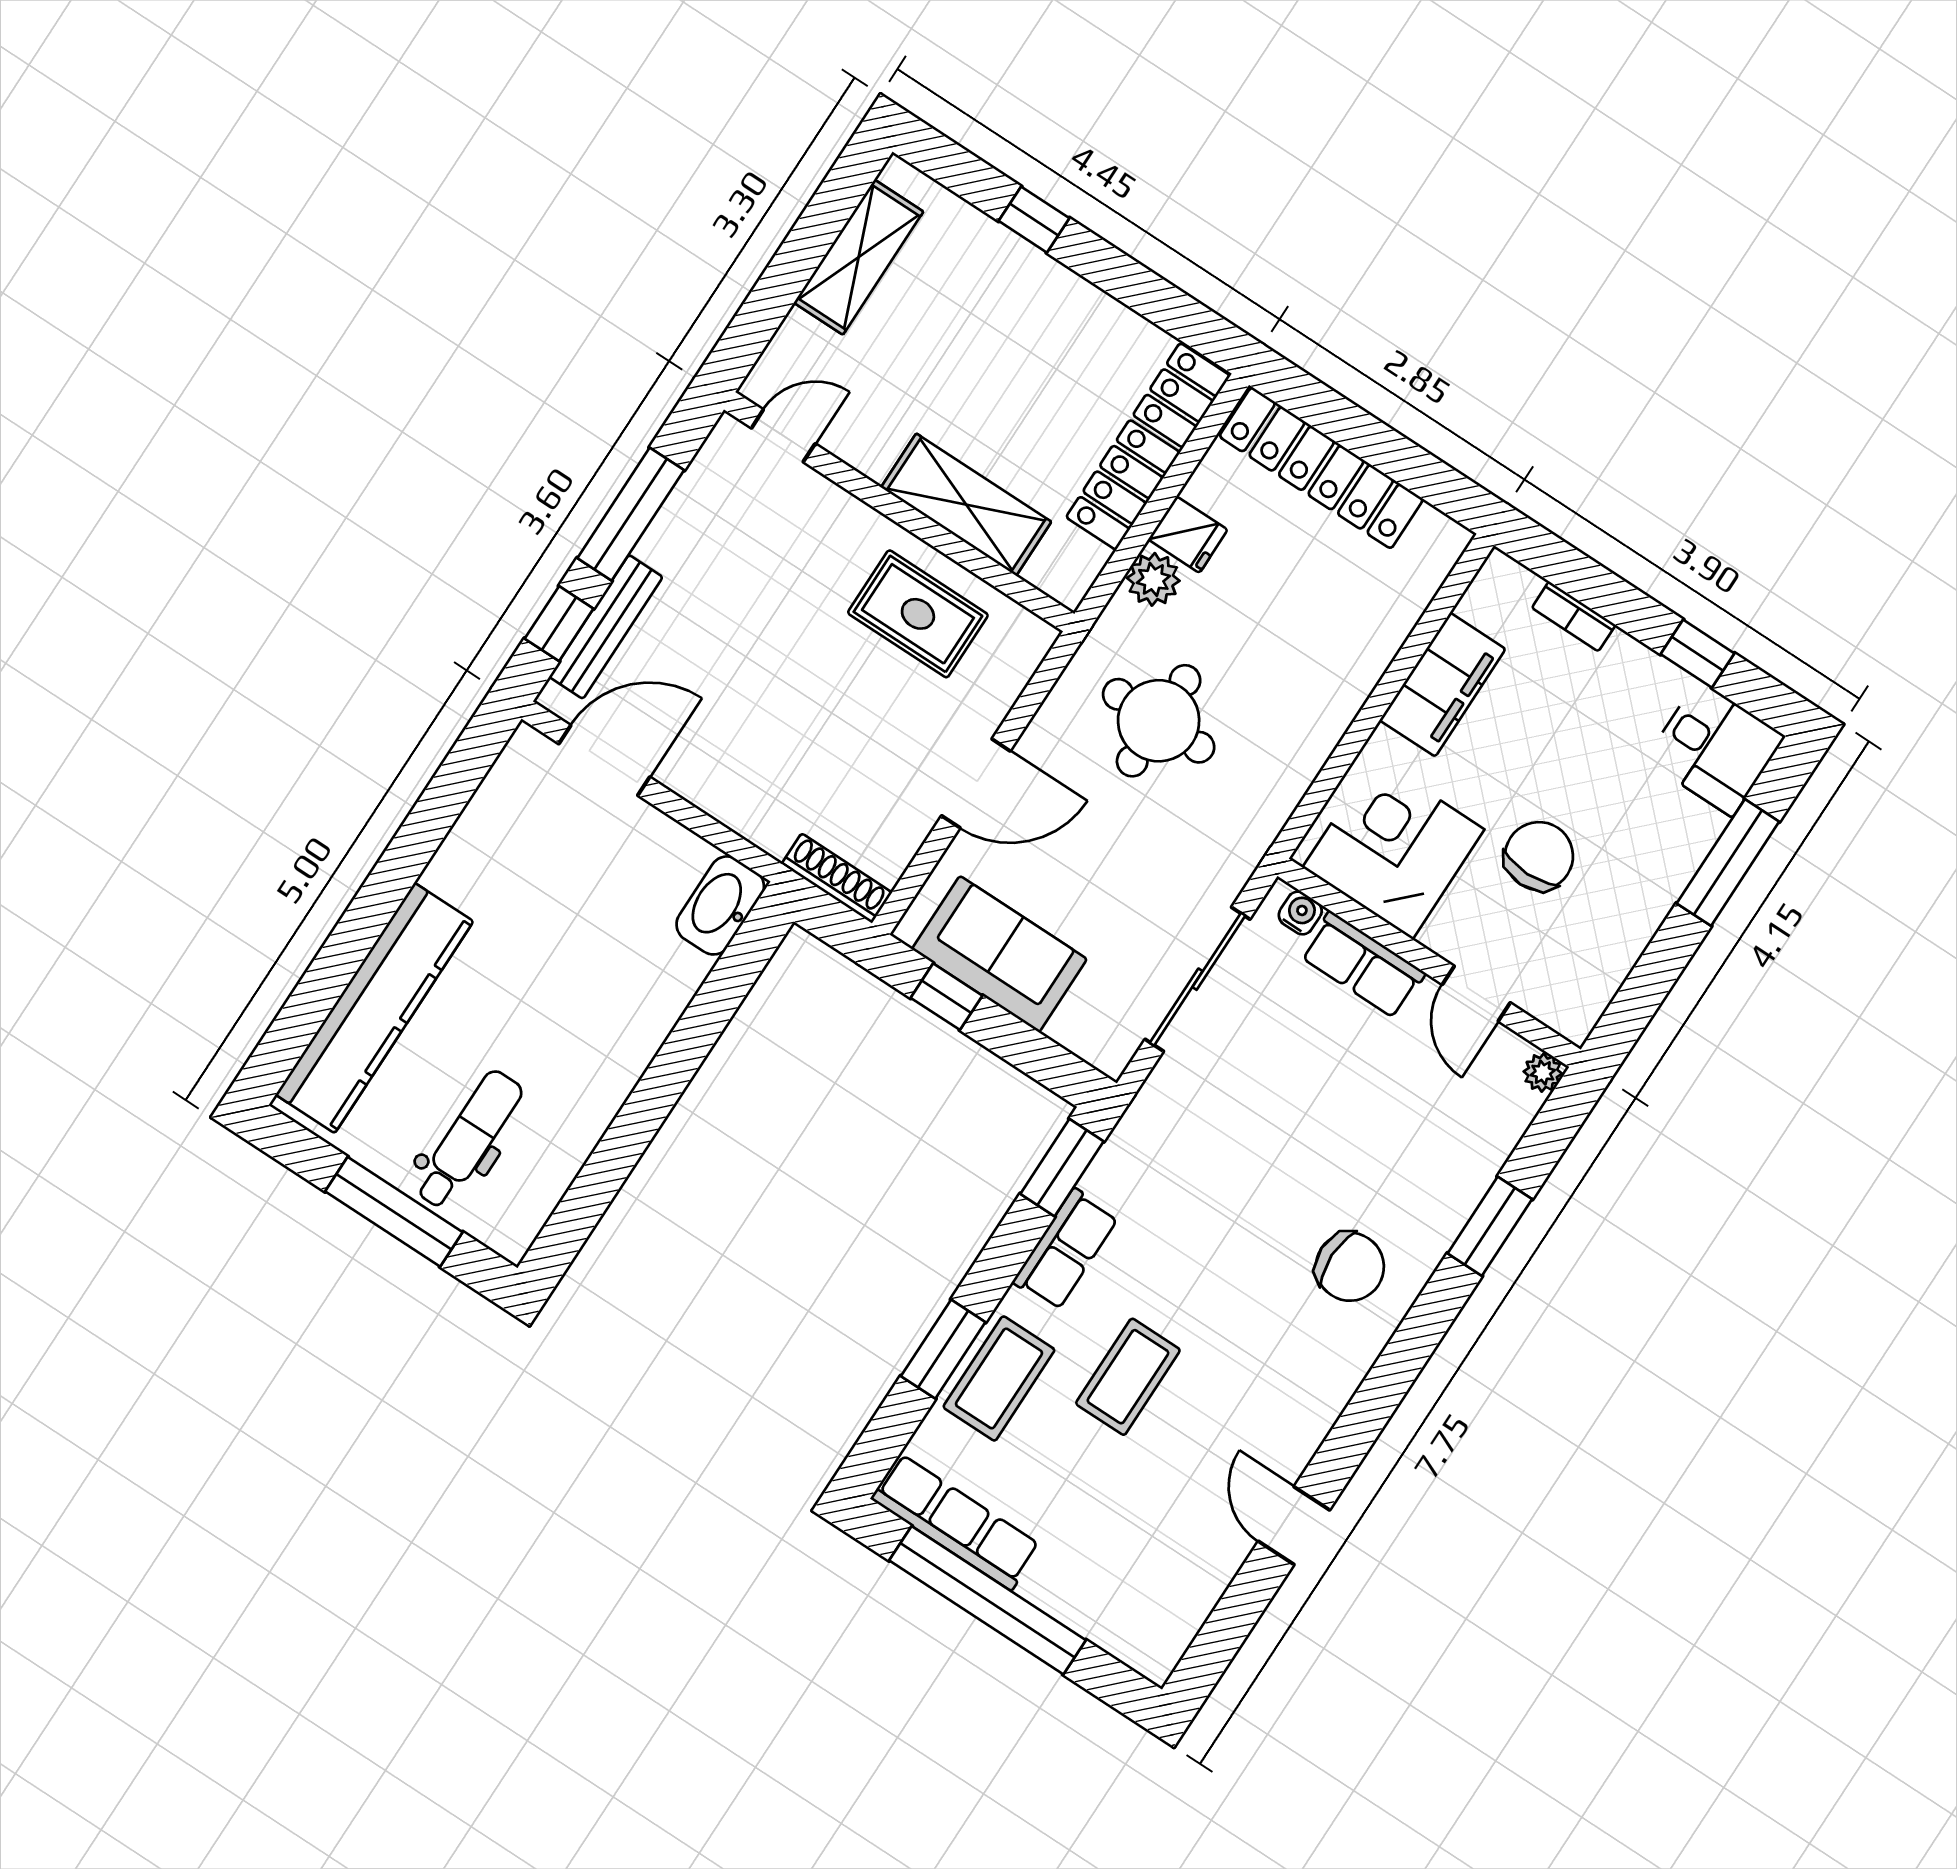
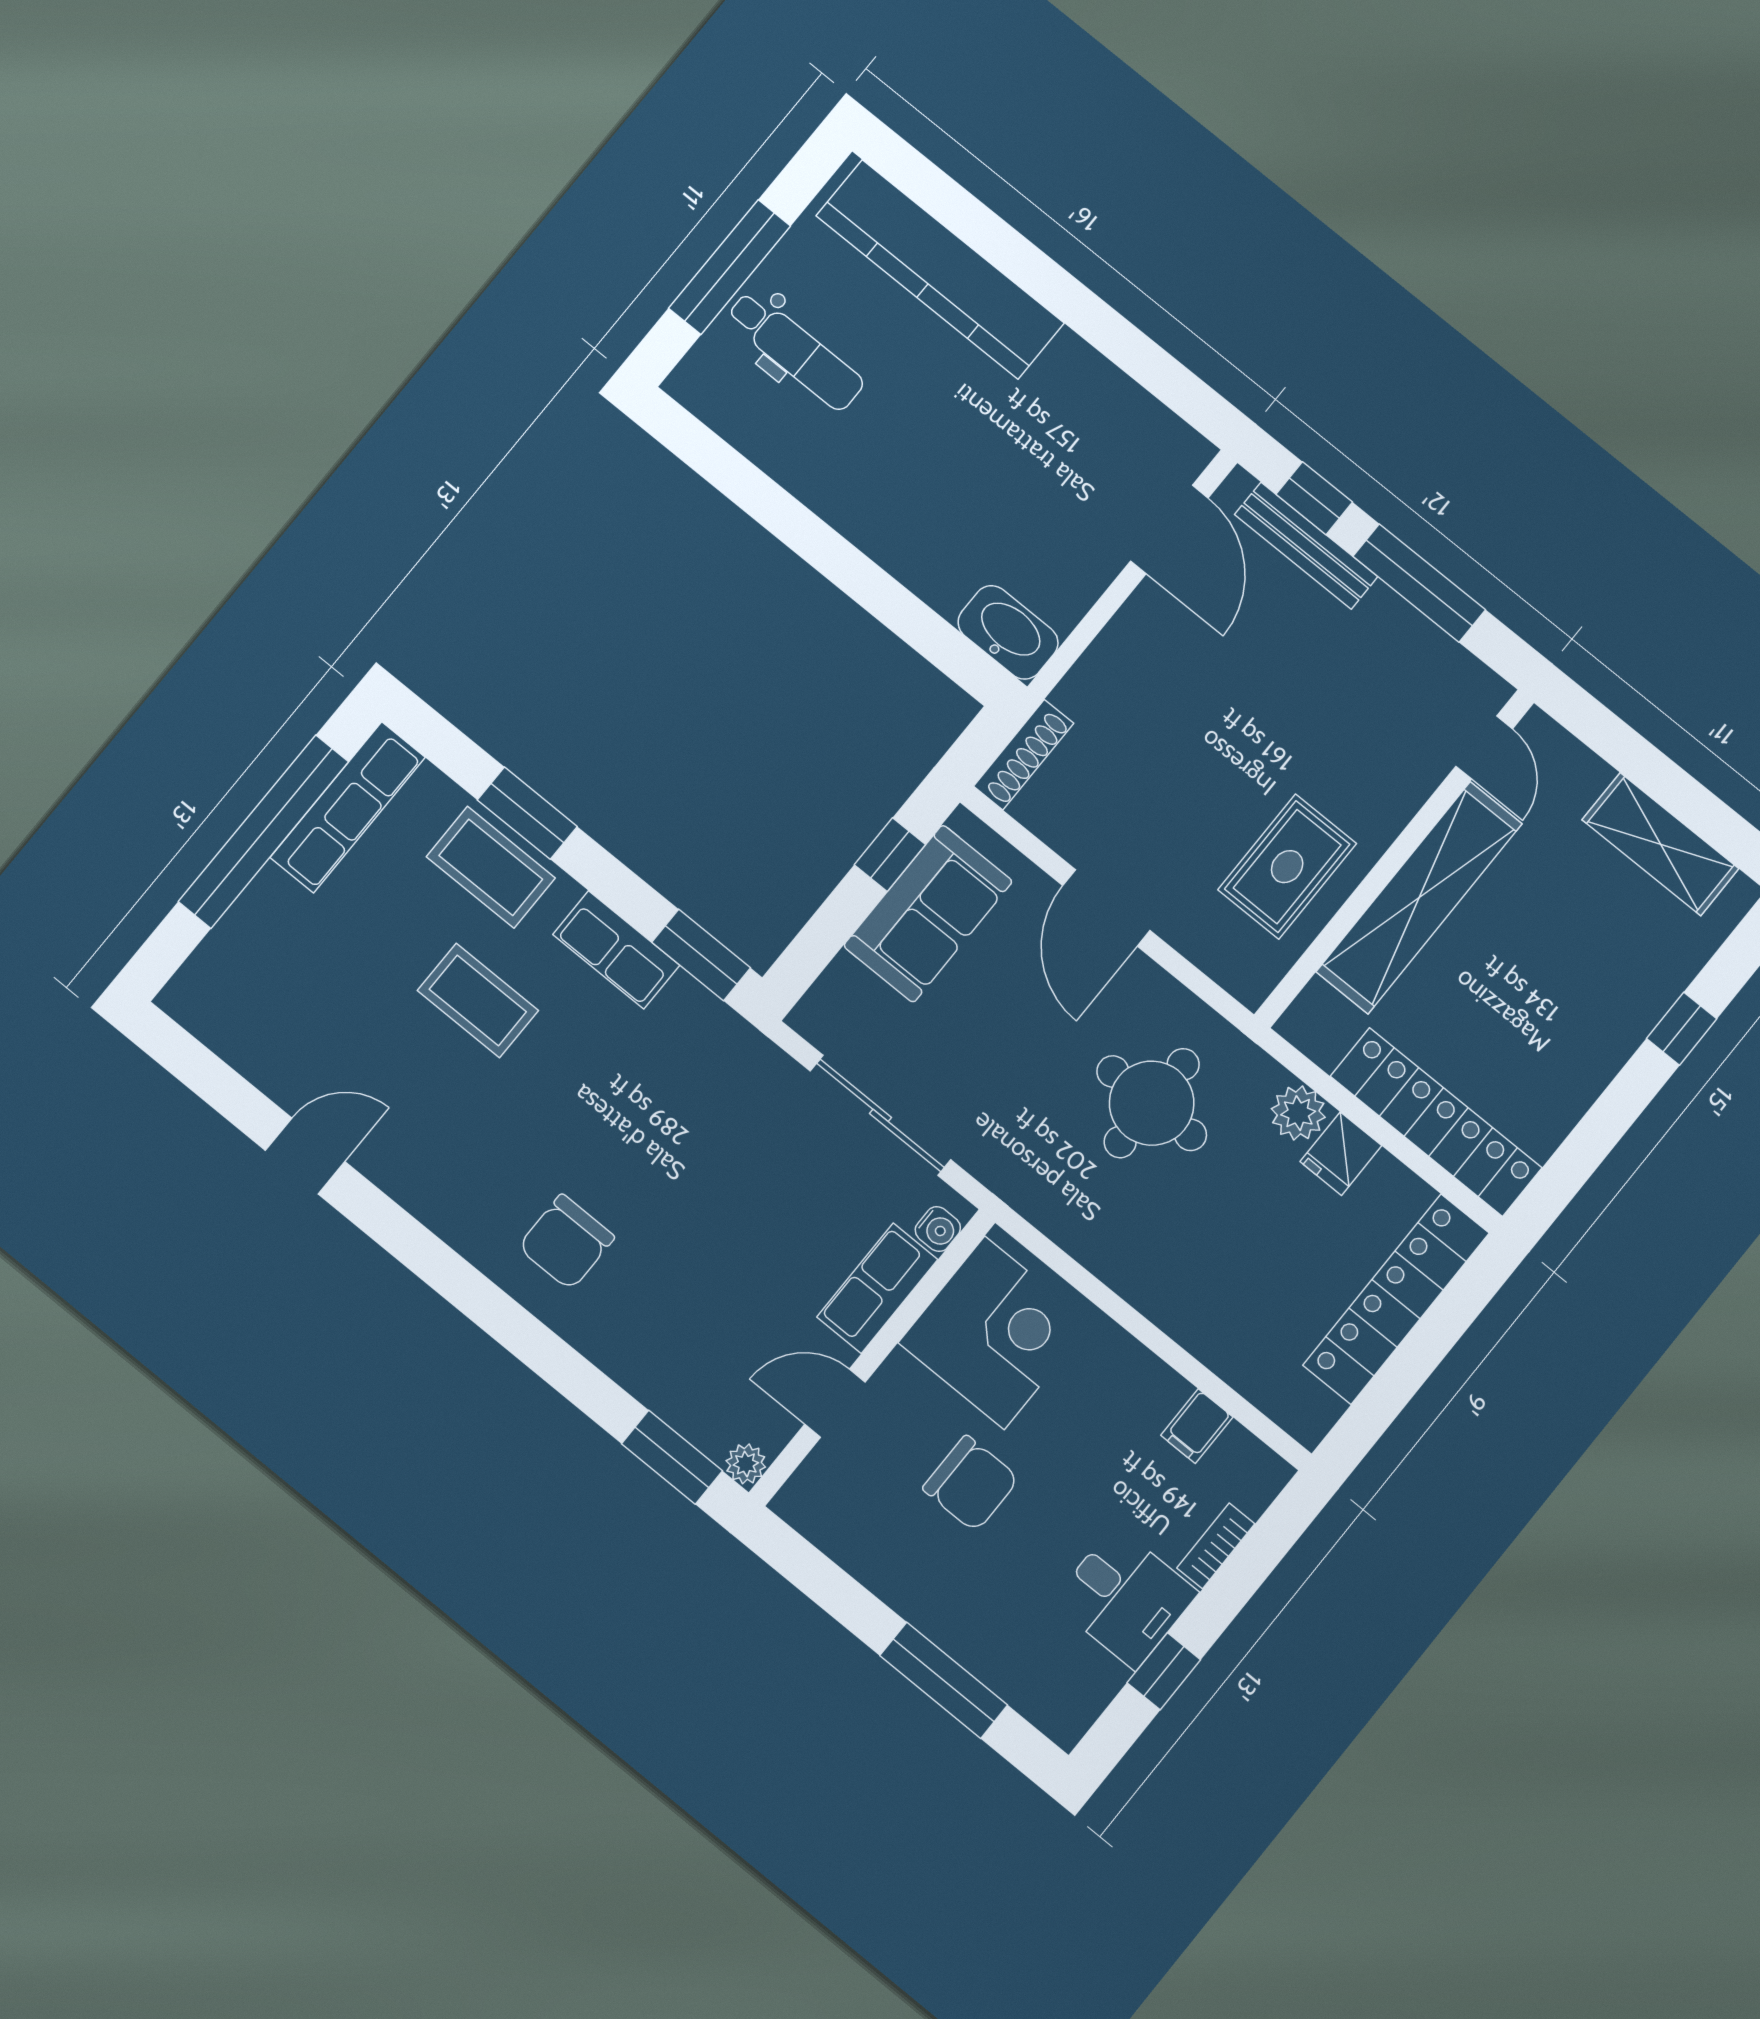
shelving: (966, 505) -> (1419, 898), width x1.47
filing cabinet: (1443, 685) -> (1197, 1426), width x0.33, depth x0.86
desk: (1715, 748) -> (1125, 1597), moved, turned -90
window: (1490, 1226) -> (672, 1457), moved

